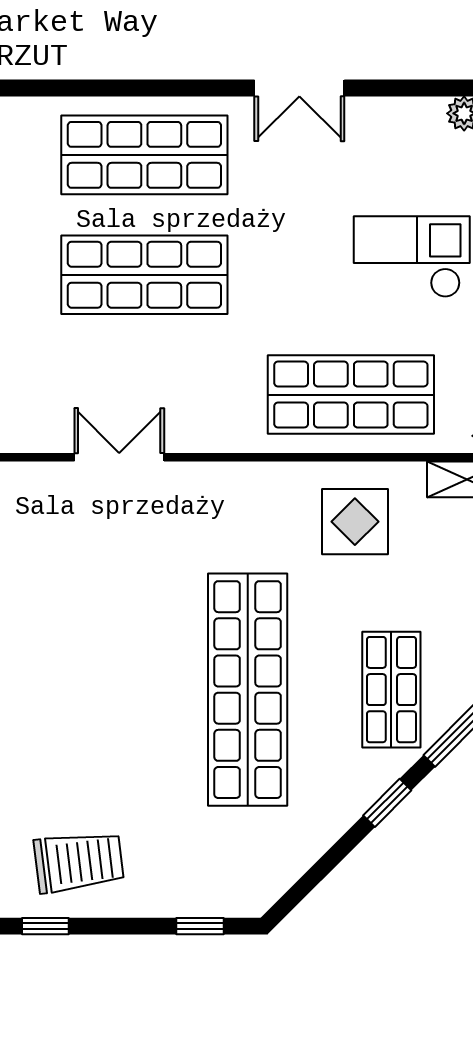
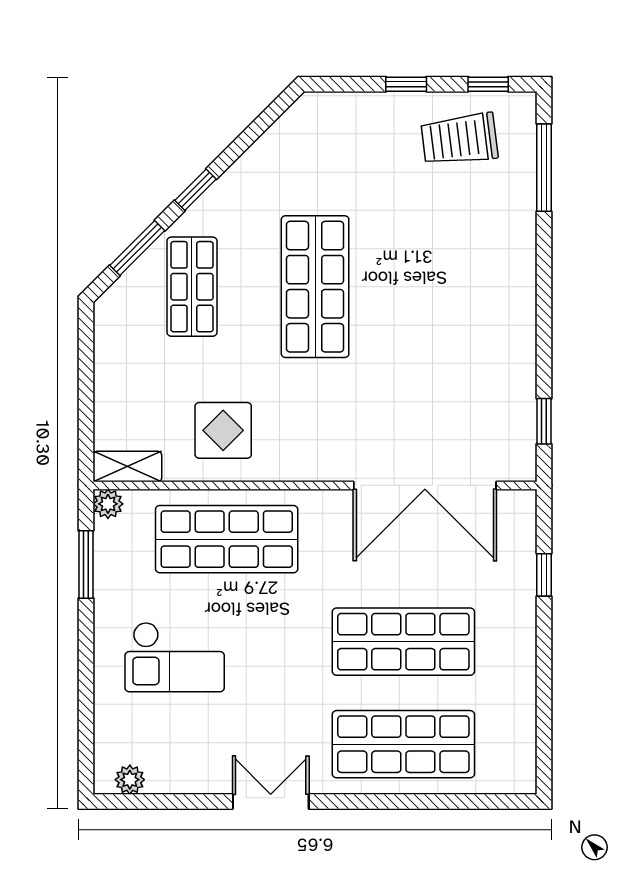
double door: (119, 457) -> (425, 485), width x1.87
shop shelf: (248, 690) -> (315, 287), width x0.71
window: (200, 926) -> (406, 84), moved

